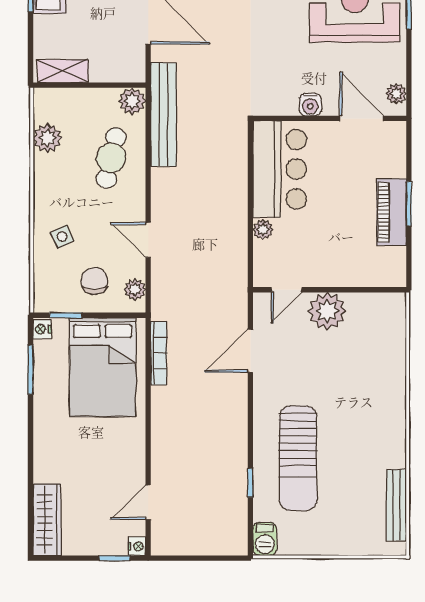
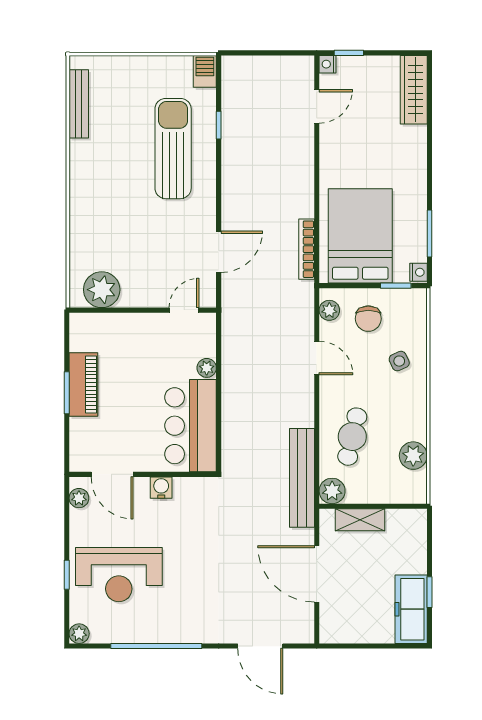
shelving: (63, 71) -> (360, 520), moved
plant: (327, 311) -> (102, 290), moved

